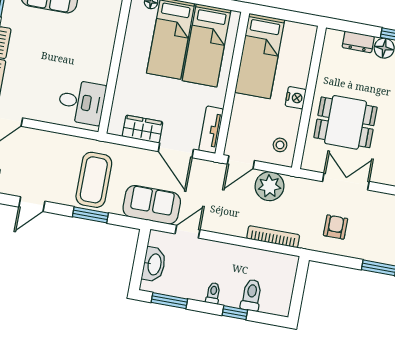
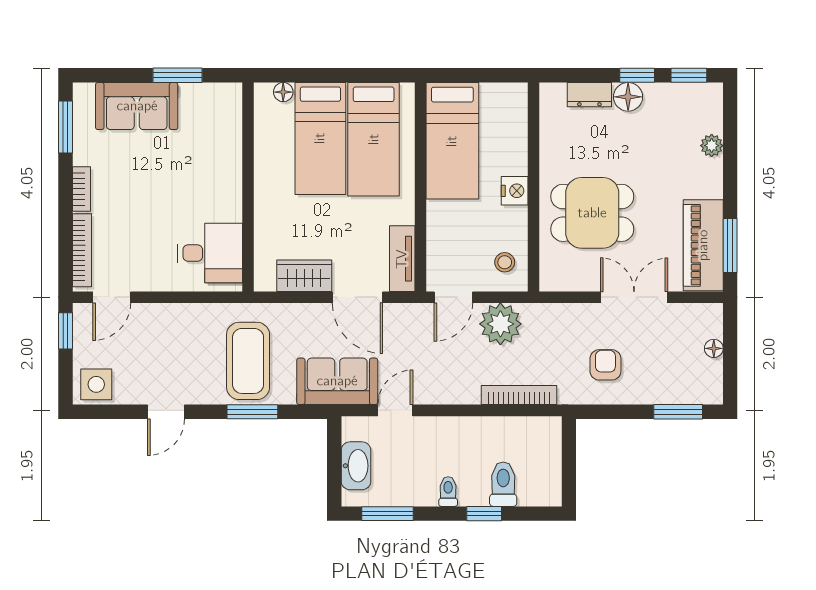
double door: (346, 182) -> (634, 297), moved

